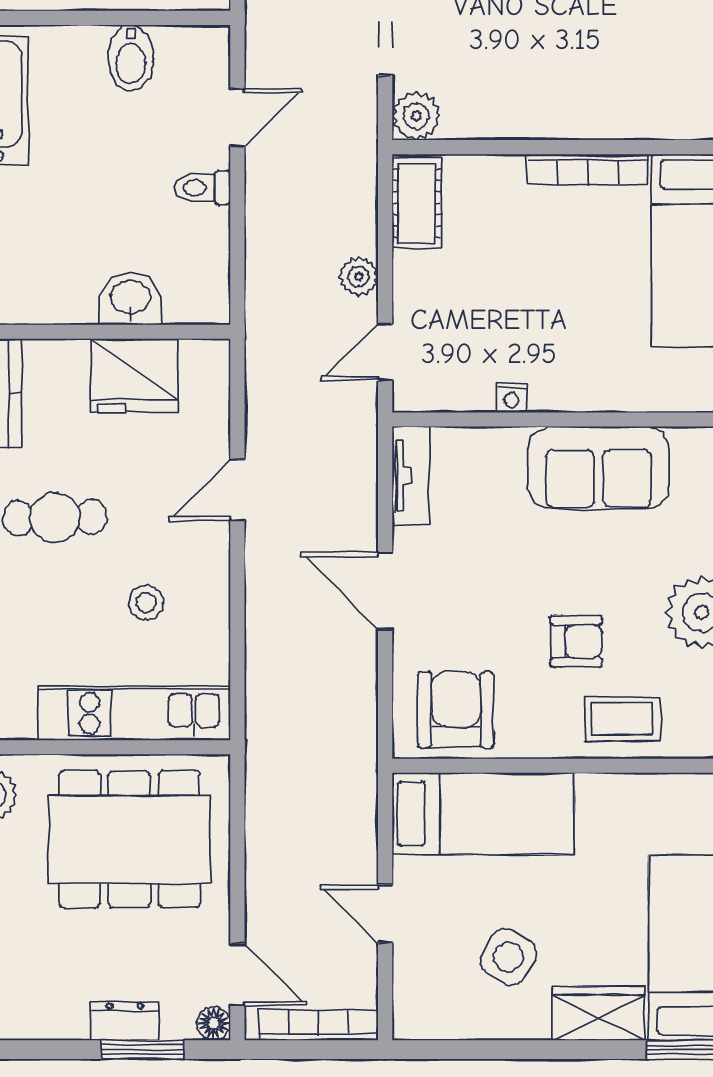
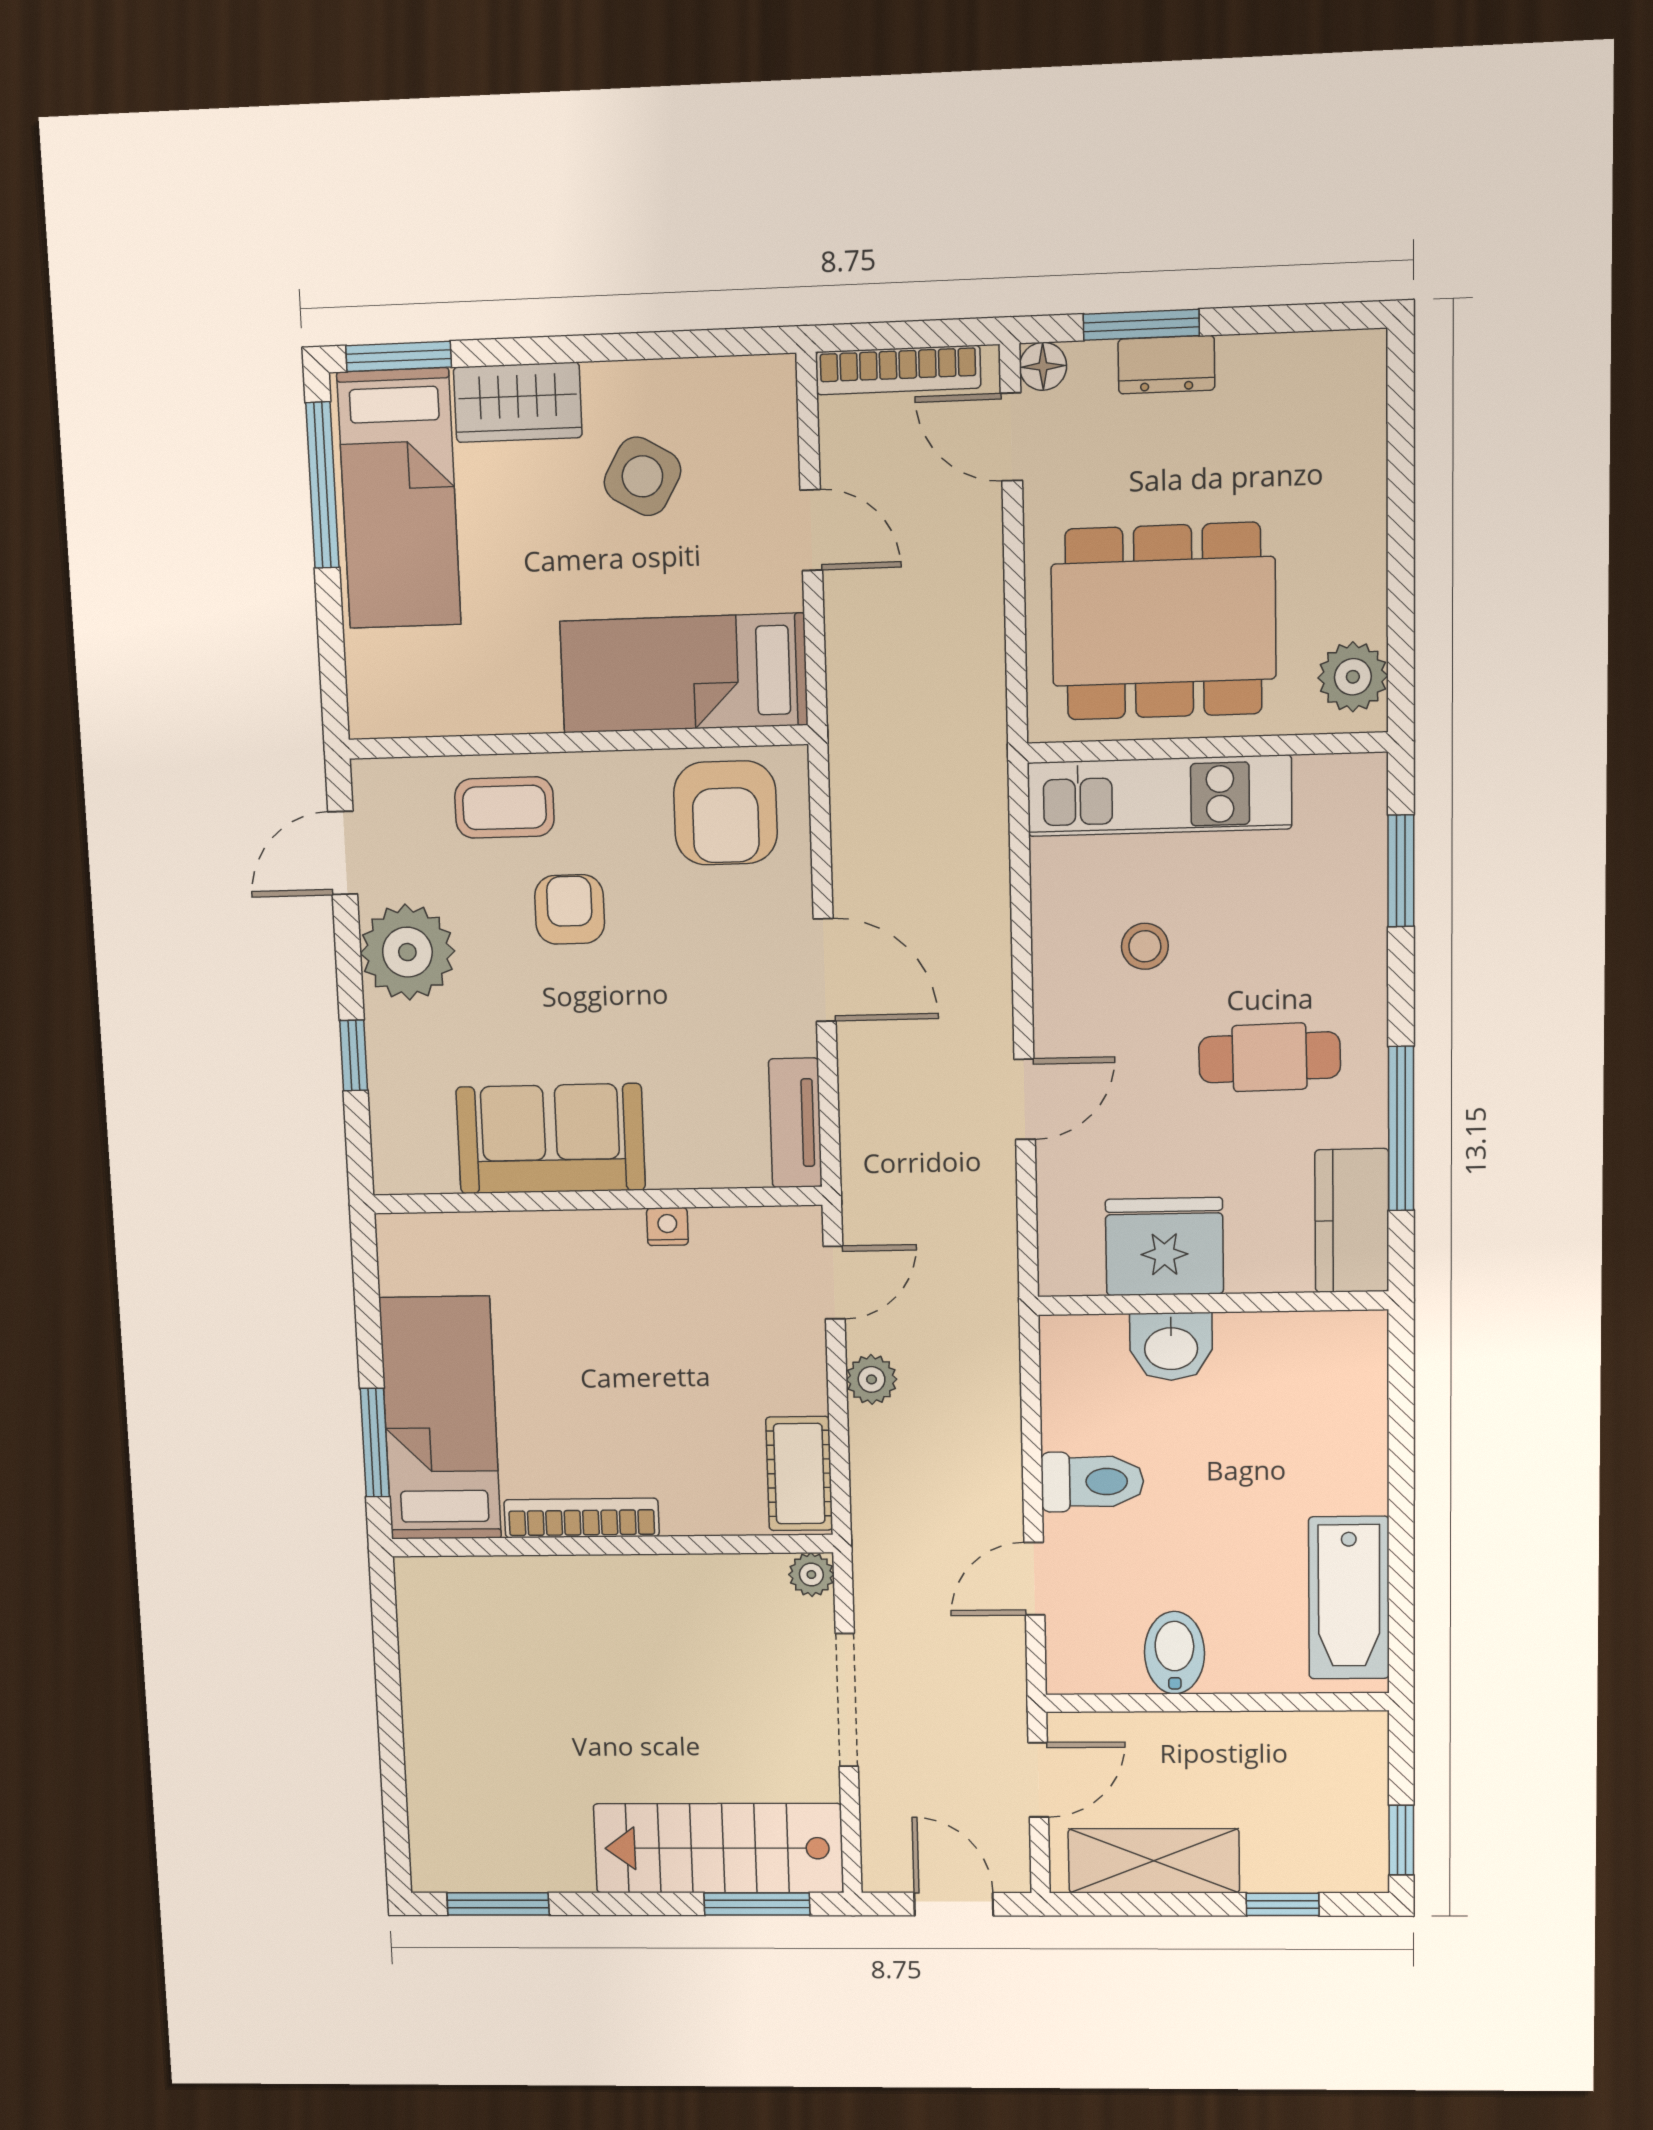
plant: (416, 116) -> (811, 1575), width x0.73, depth x0.73
toilet: (202, 188) -> (1092, 1482), width x1.37, depth x1.39
armchair: (576, 641) -> (570, 909), turned 90

